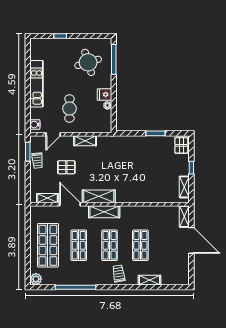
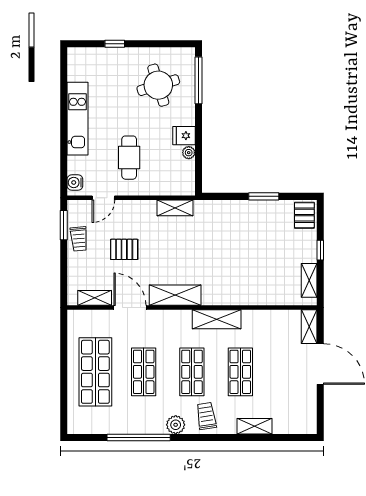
shelving: (85, 141) -> (175, 208), moved
shelving: (104, 212) -> (217, 319), moved
plant: (36, 279) -> (176, 425), moved

